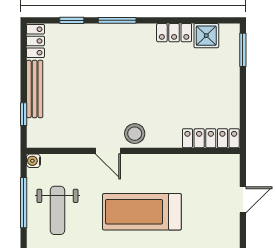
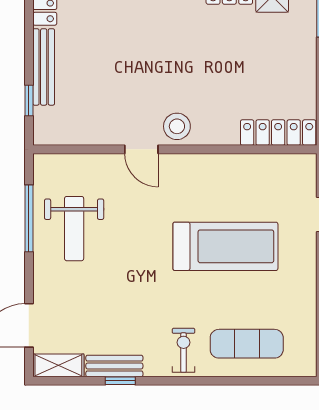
water cooler: (33, 161) -> (42, 163), removed
treadmill: (142, 212) -> (225, 246), moved, turned 180

